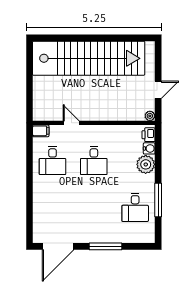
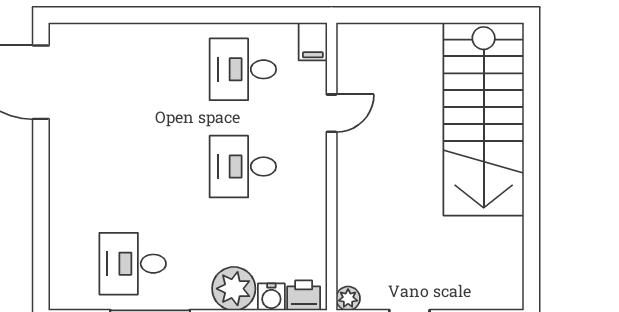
stairs: (89, 58) -> (484, 119), width x0.73
window: (105, 246) -> (41, 194), removed

